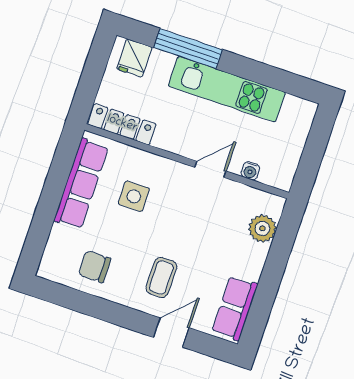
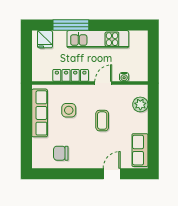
locker: (122, 124) -> (71, 75), moved
coffee table: (161, 277) -> (102, 121), moved

